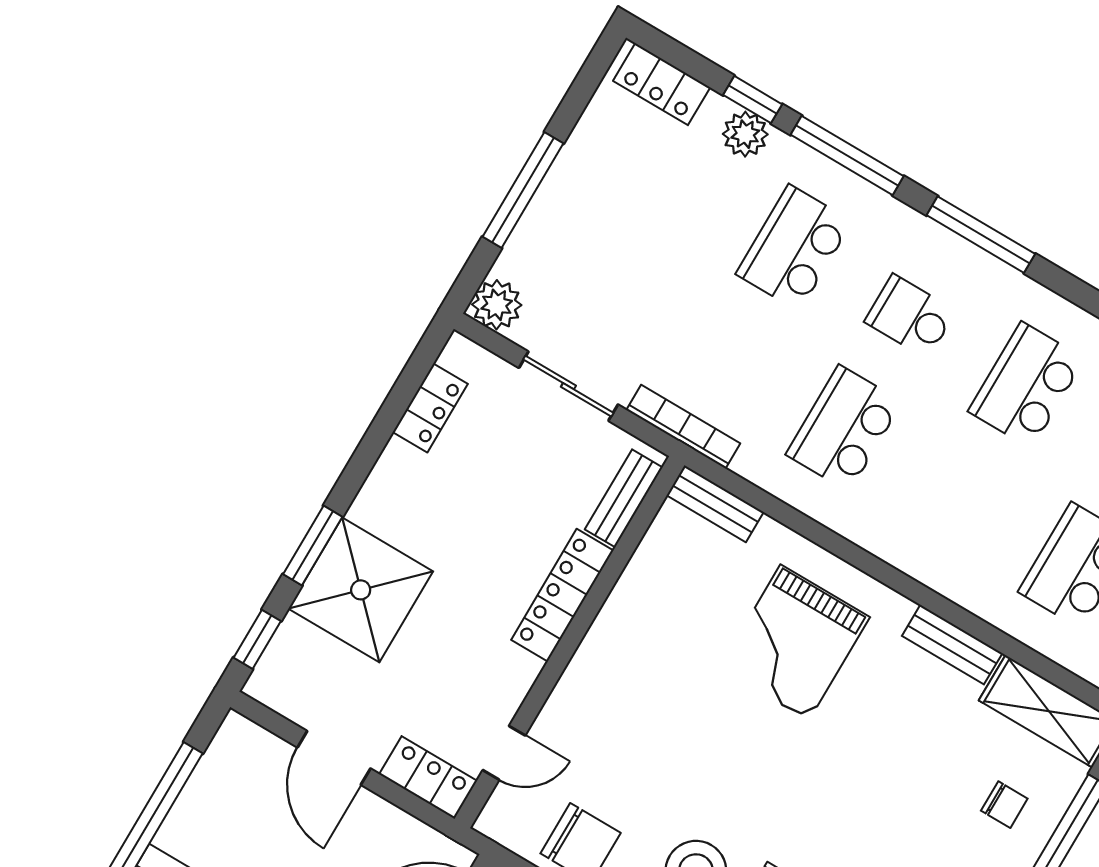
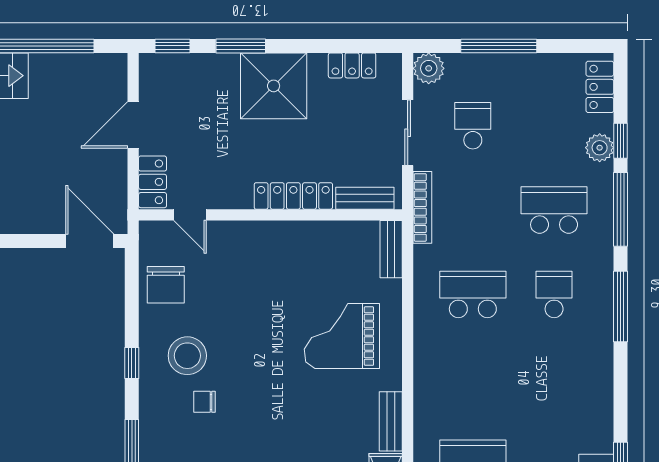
school desk: (1026, 385) -> (473, 126), moved, width x0.54
shower: (361, 590) -> (274, 86), moved

